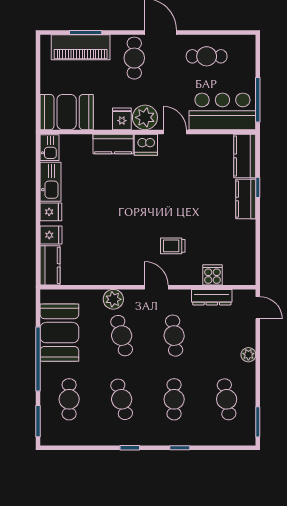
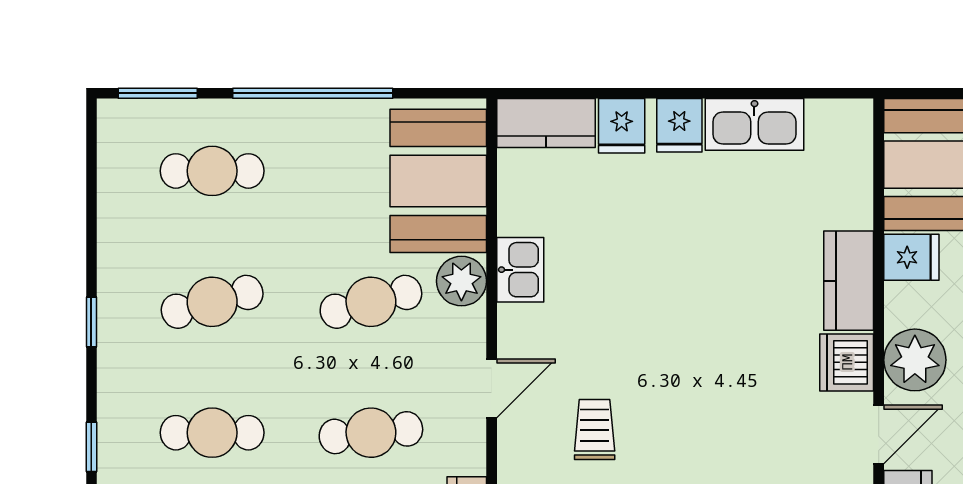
fridge: (122, 119) -> (911, 257), moved
kitchen sink: (49, 148) -> (520, 270), moved, turned -90
booth: (59, 333) -> (438, 181), moved, turned 90

